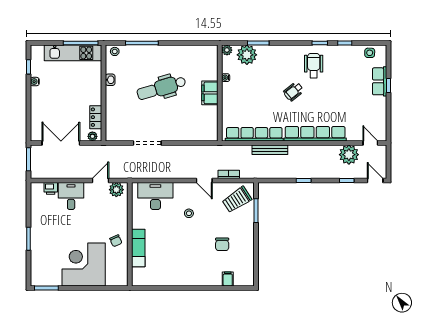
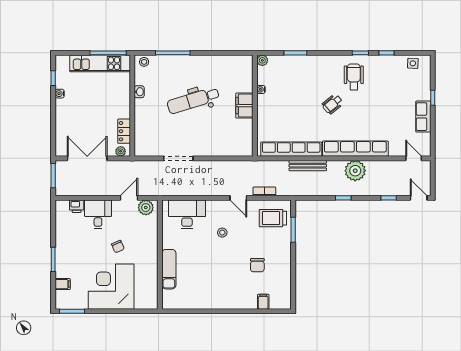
plant: (247, 55) -> (283, 65), removed
row of seats: (380, 81) -> (423, 117), moved
plant: (349, 155) -> (355, 171), moved
trolley: (237, 200) -> (273, 218), turned 33
chair: (116, 241) -> (118, 246), moved
filing cabinet: (38, 262) -> (63, 284), added

